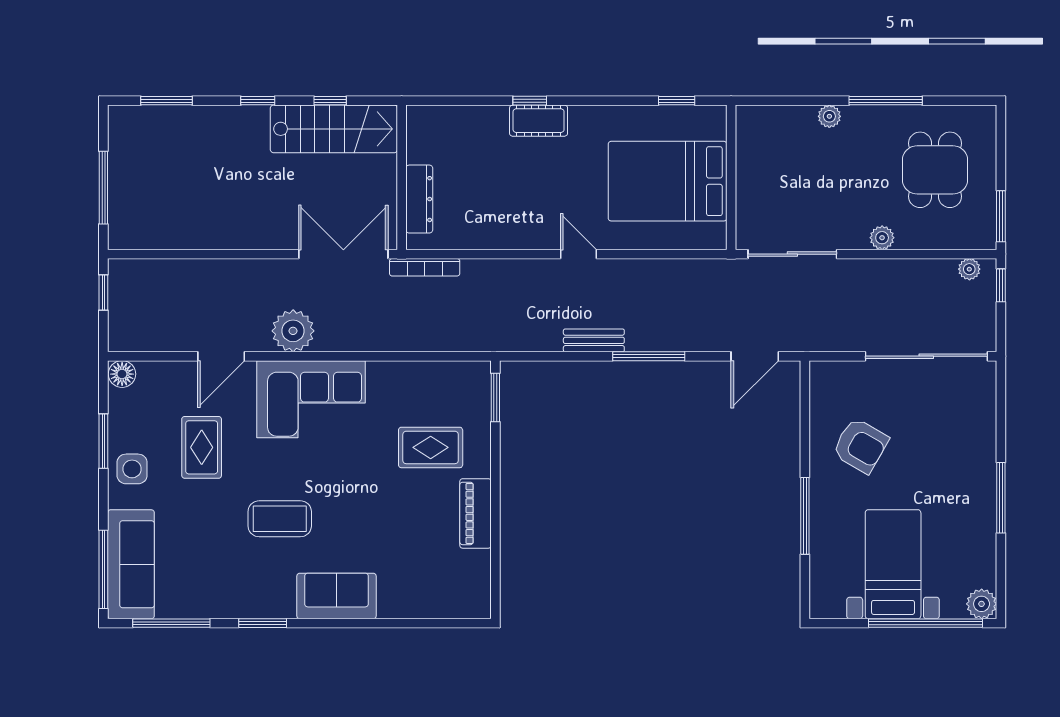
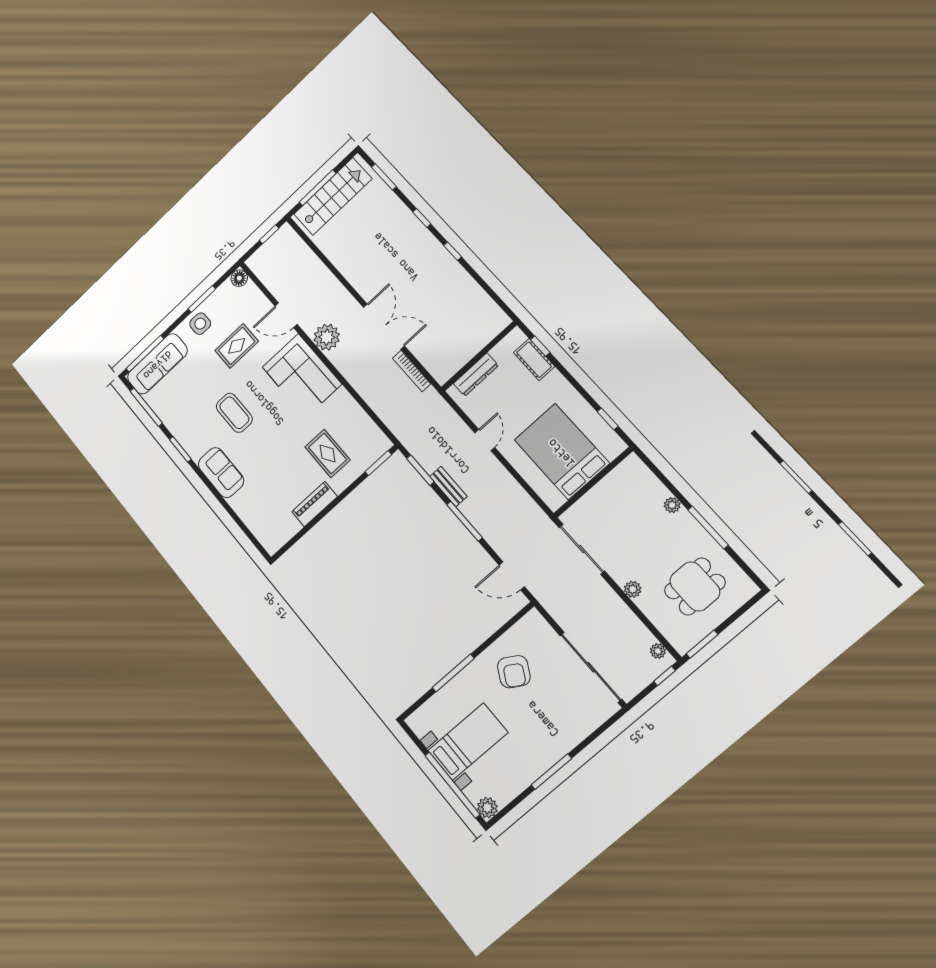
stairs: (334, 129) -> (333, 196), moved, turned -90
wall: (402, 177) -> (479, 356), moved
dresser: (419, 199) -> (476, 375), moved
window: (547, 356) -> (420, 470), added

